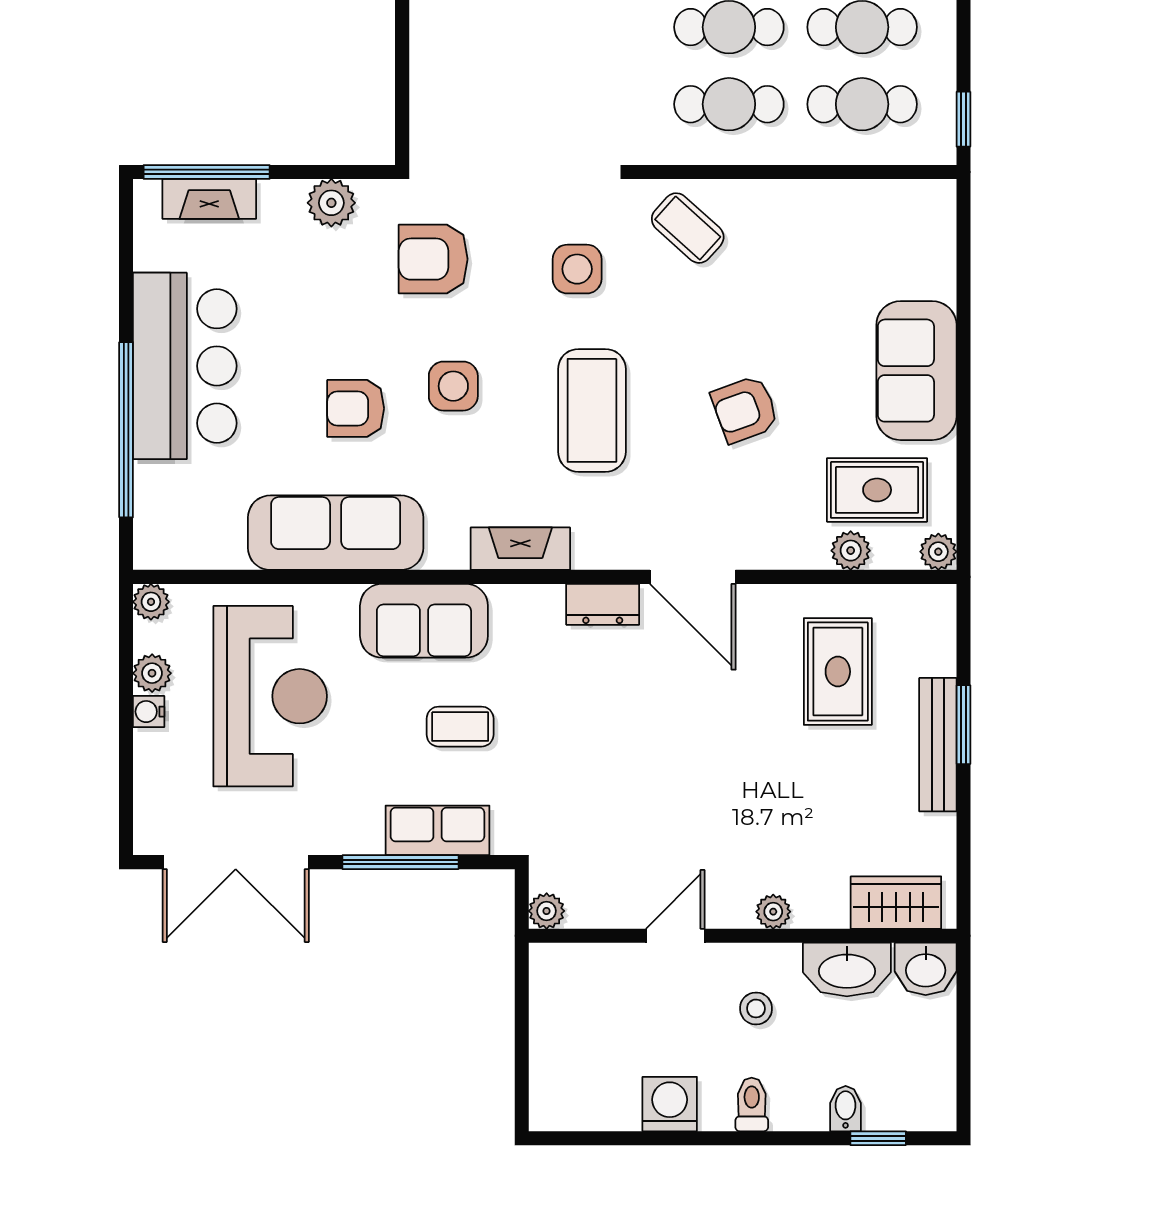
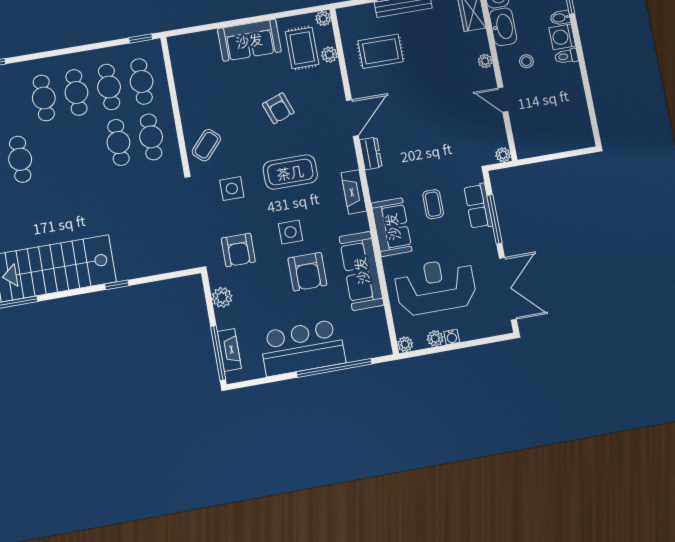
armchair: (356, 408) -> (307, 272), width x1.38, depth x1.38
washing machine: (670, 1104) -> (562, 37), moved

